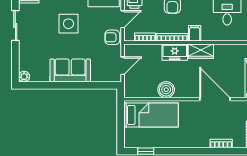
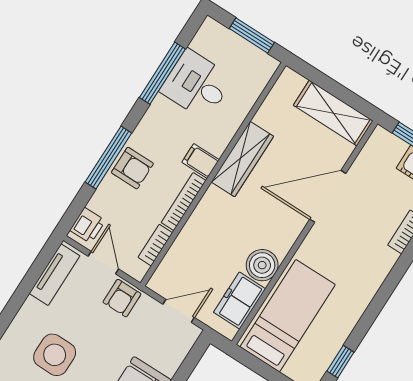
wardrobe: (201, 51) -> (242, 159), width x1.50
freezer: (175, 52) -> (240, 301), moved, turned 180
door: (123, 66) -> (179, 311), hinge flipped

